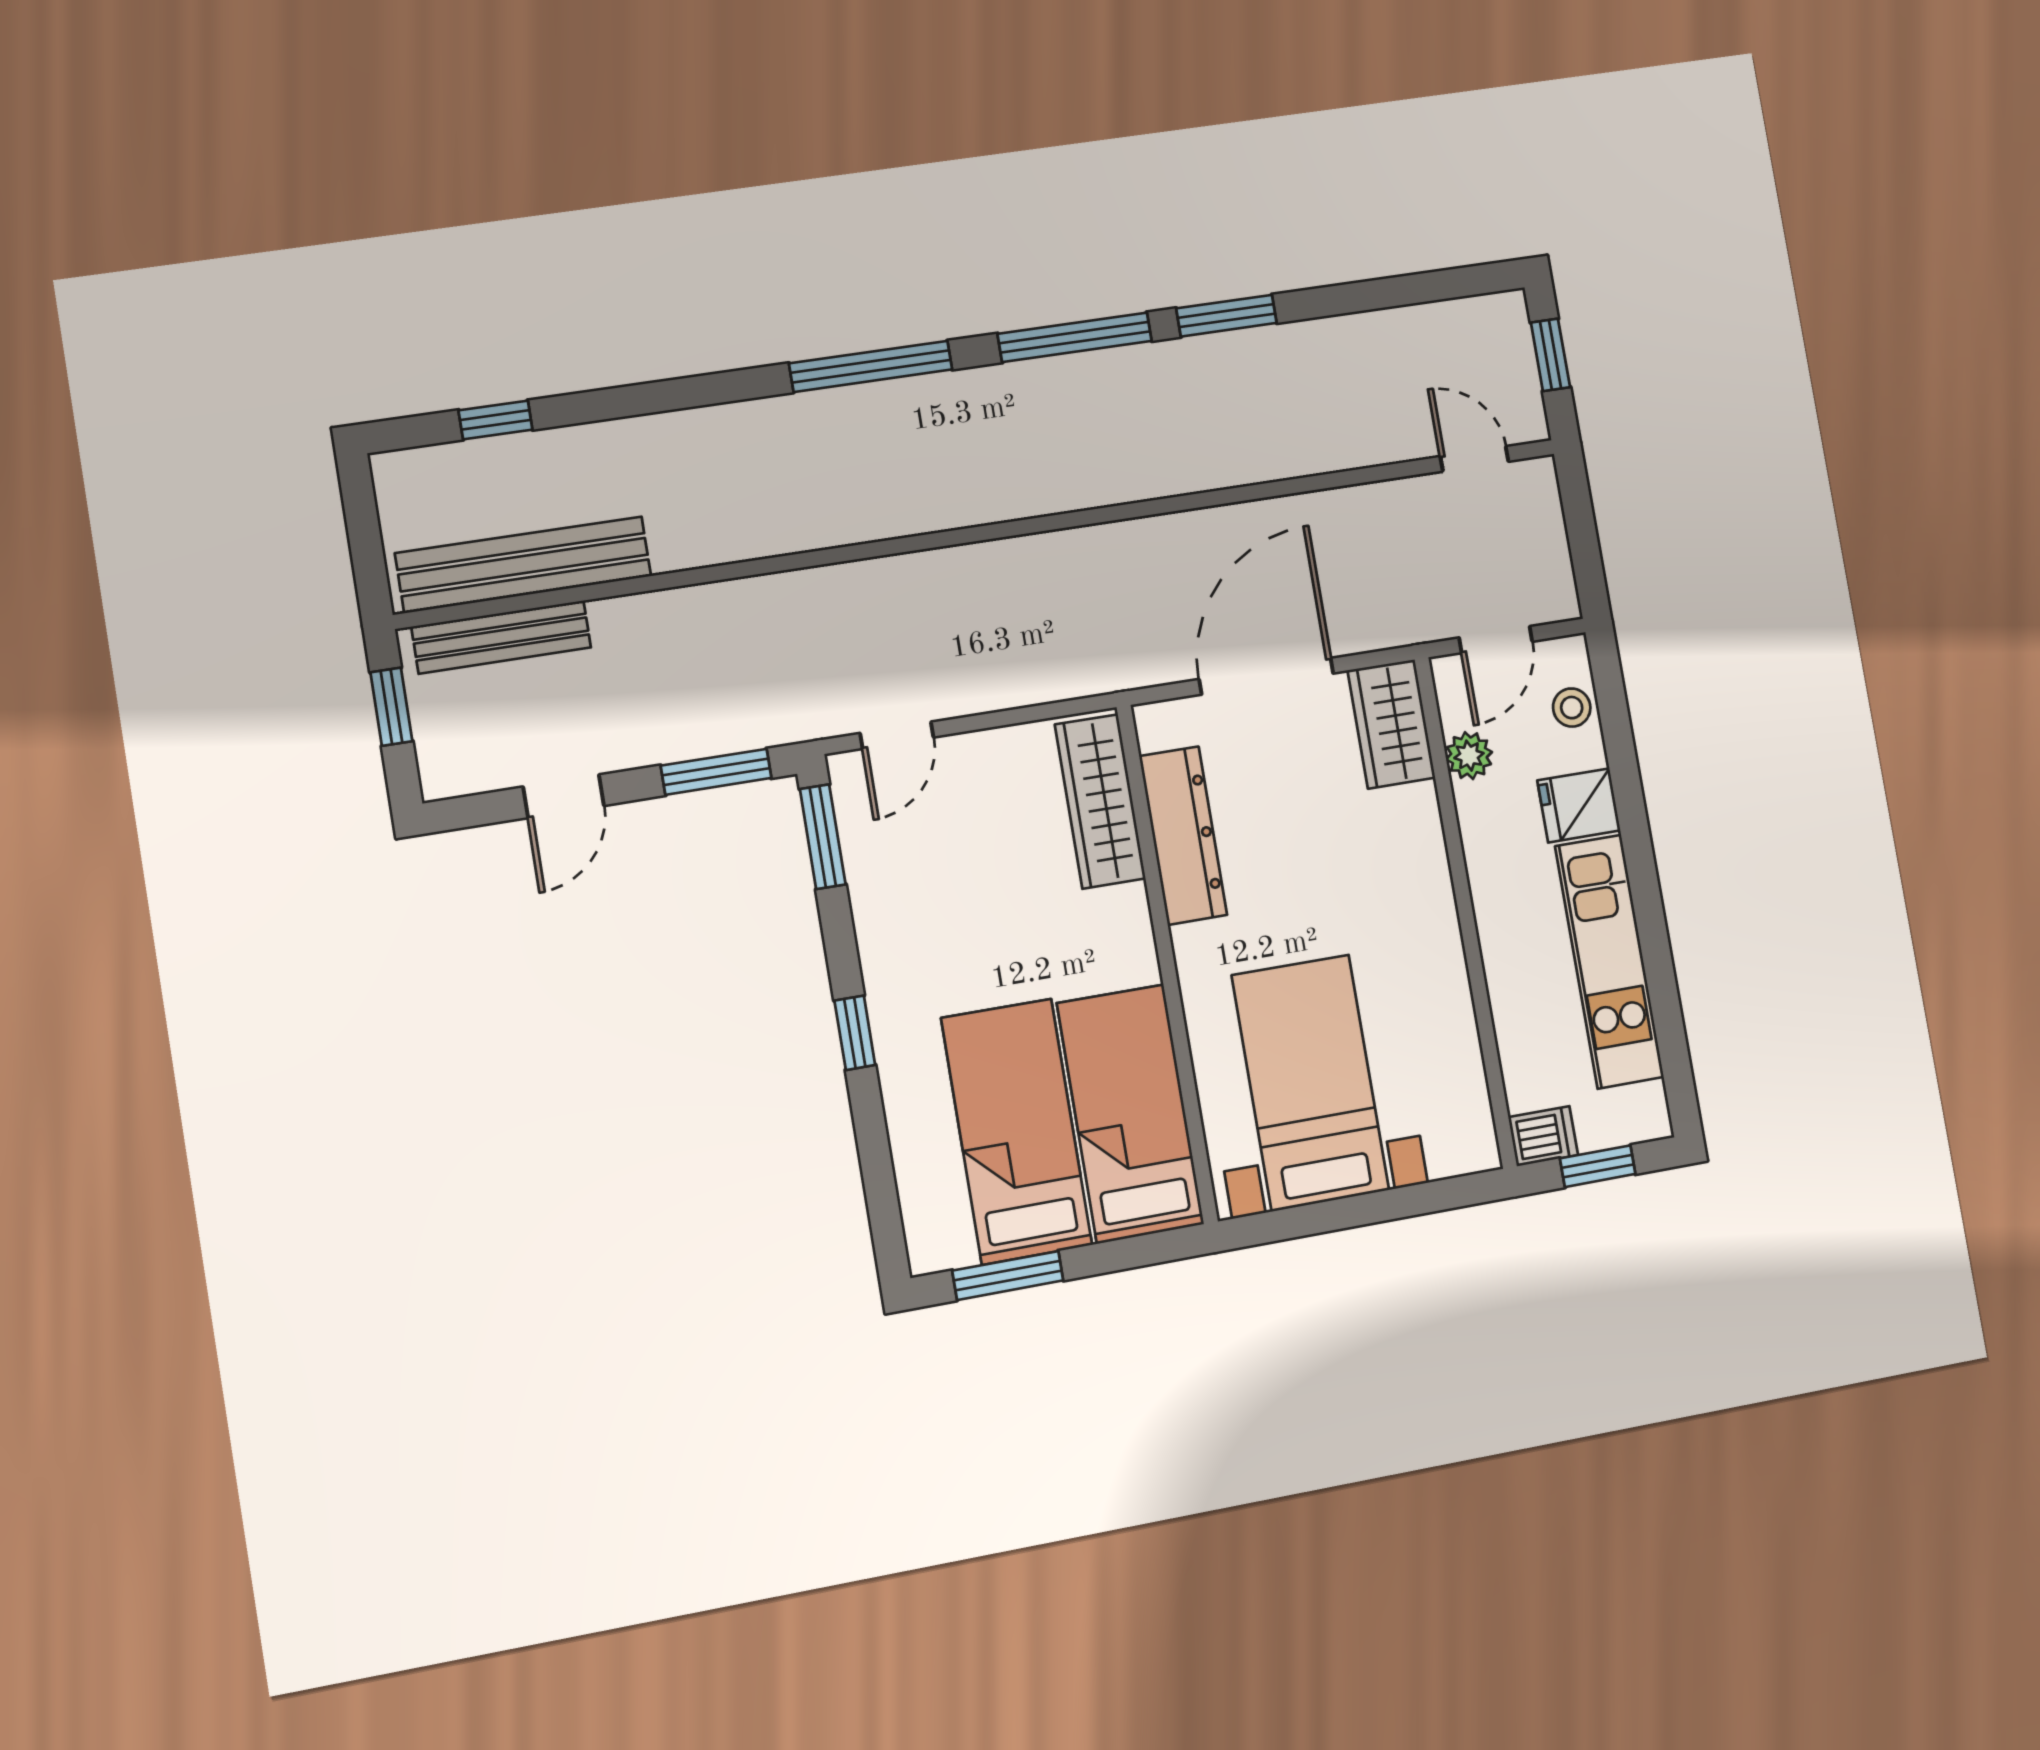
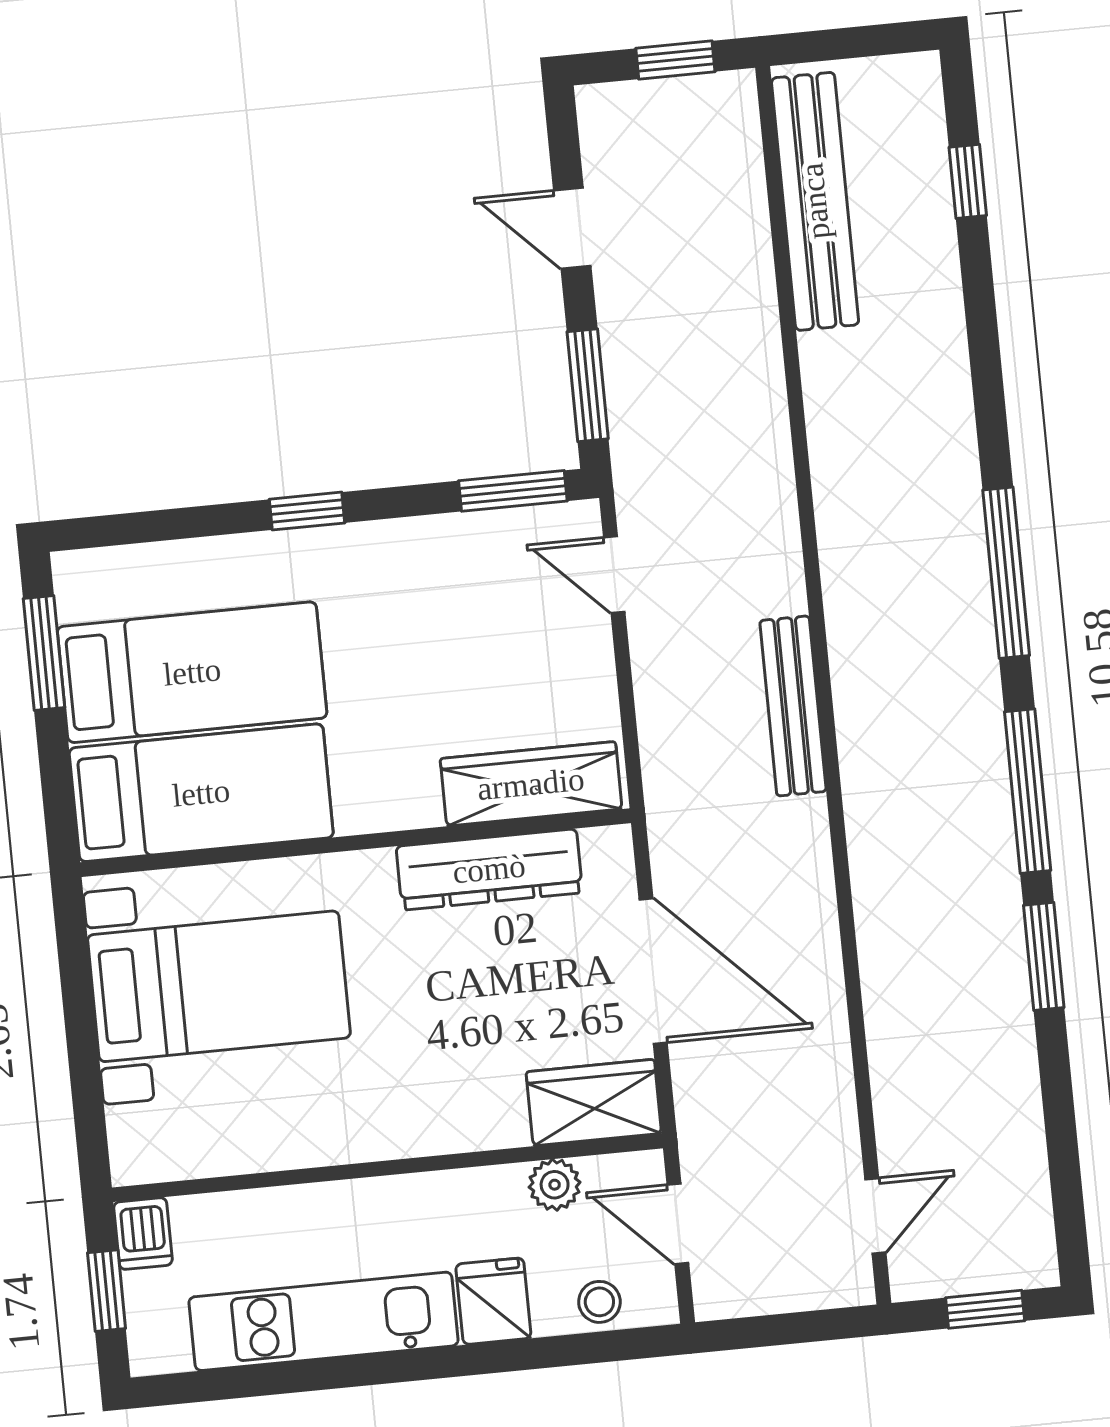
bench: (501, 637) -> (793, 706), moved

